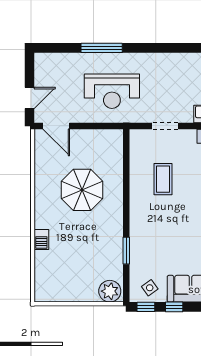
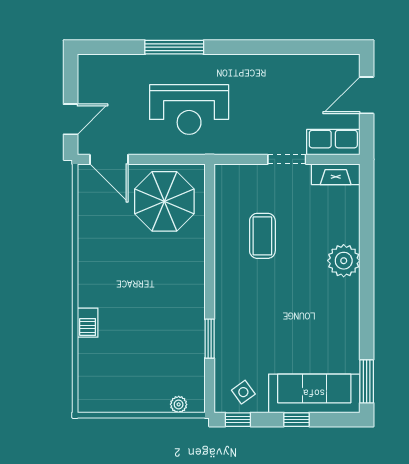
doorway: (165, 126) -> (287, 159), moved
parasol: (82, 190) -> (164, 201), moved
plant: (110, 291) -> (179, 404), width x0.53, depth x0.53
window: (174, 307) -> (296, 420), moved

